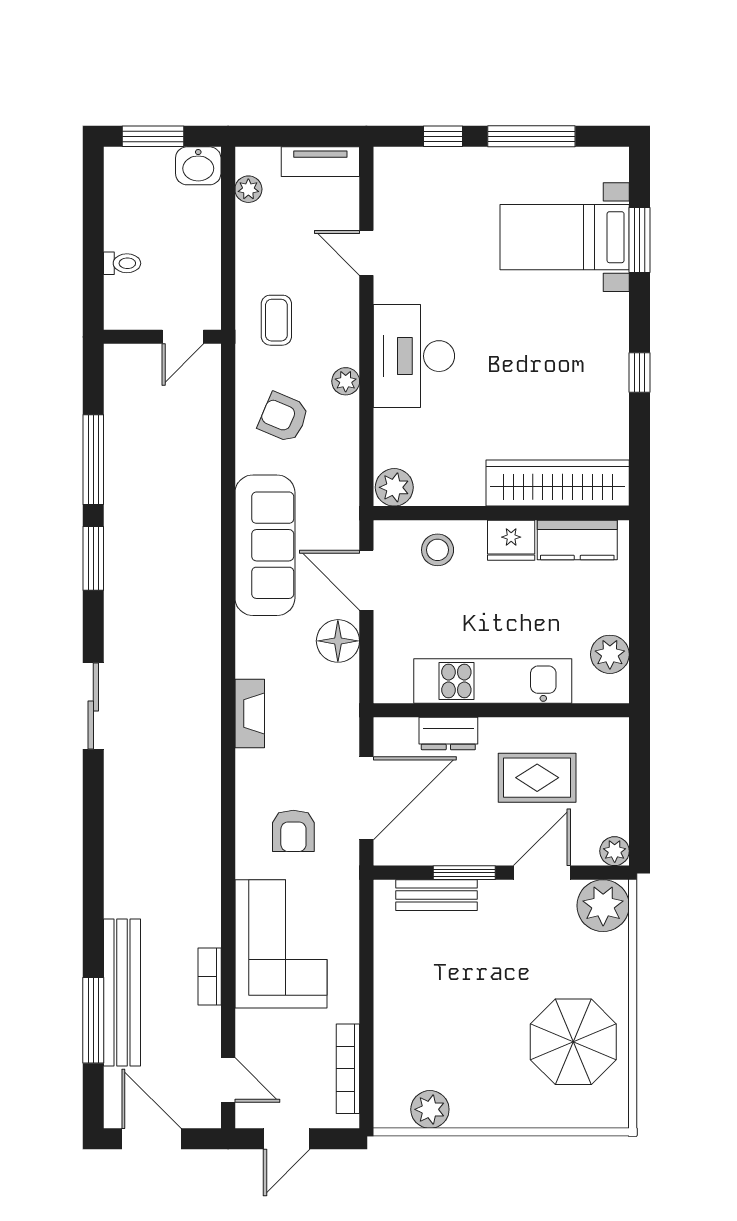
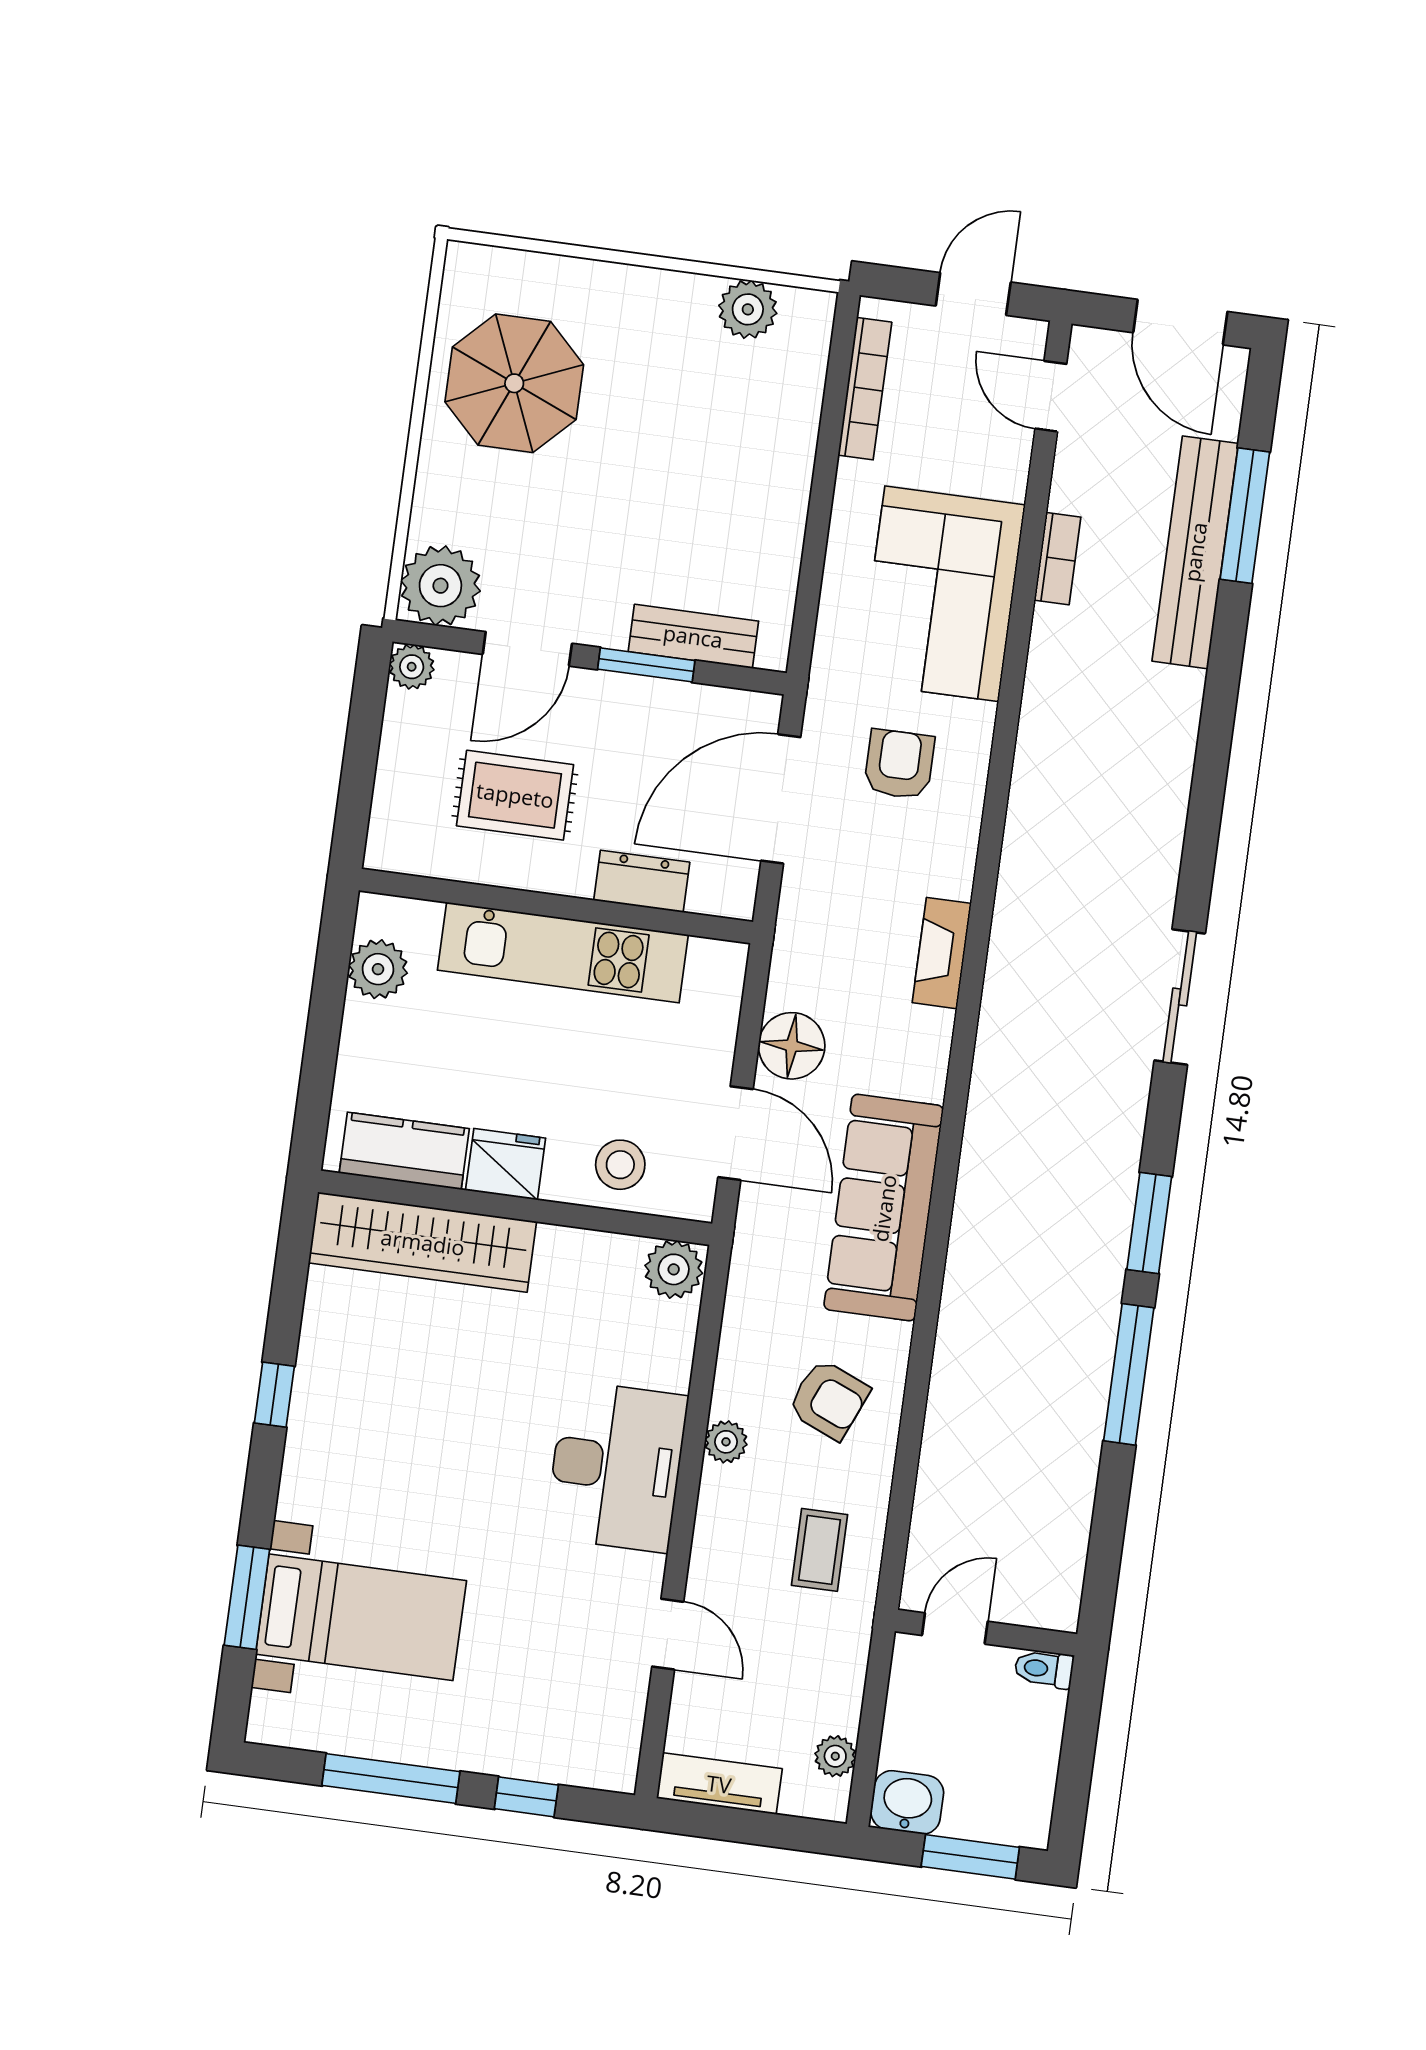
wall: (162, 337) -> (986, 1633), moved
door: (183, 337) -> (955, 1628), moved

